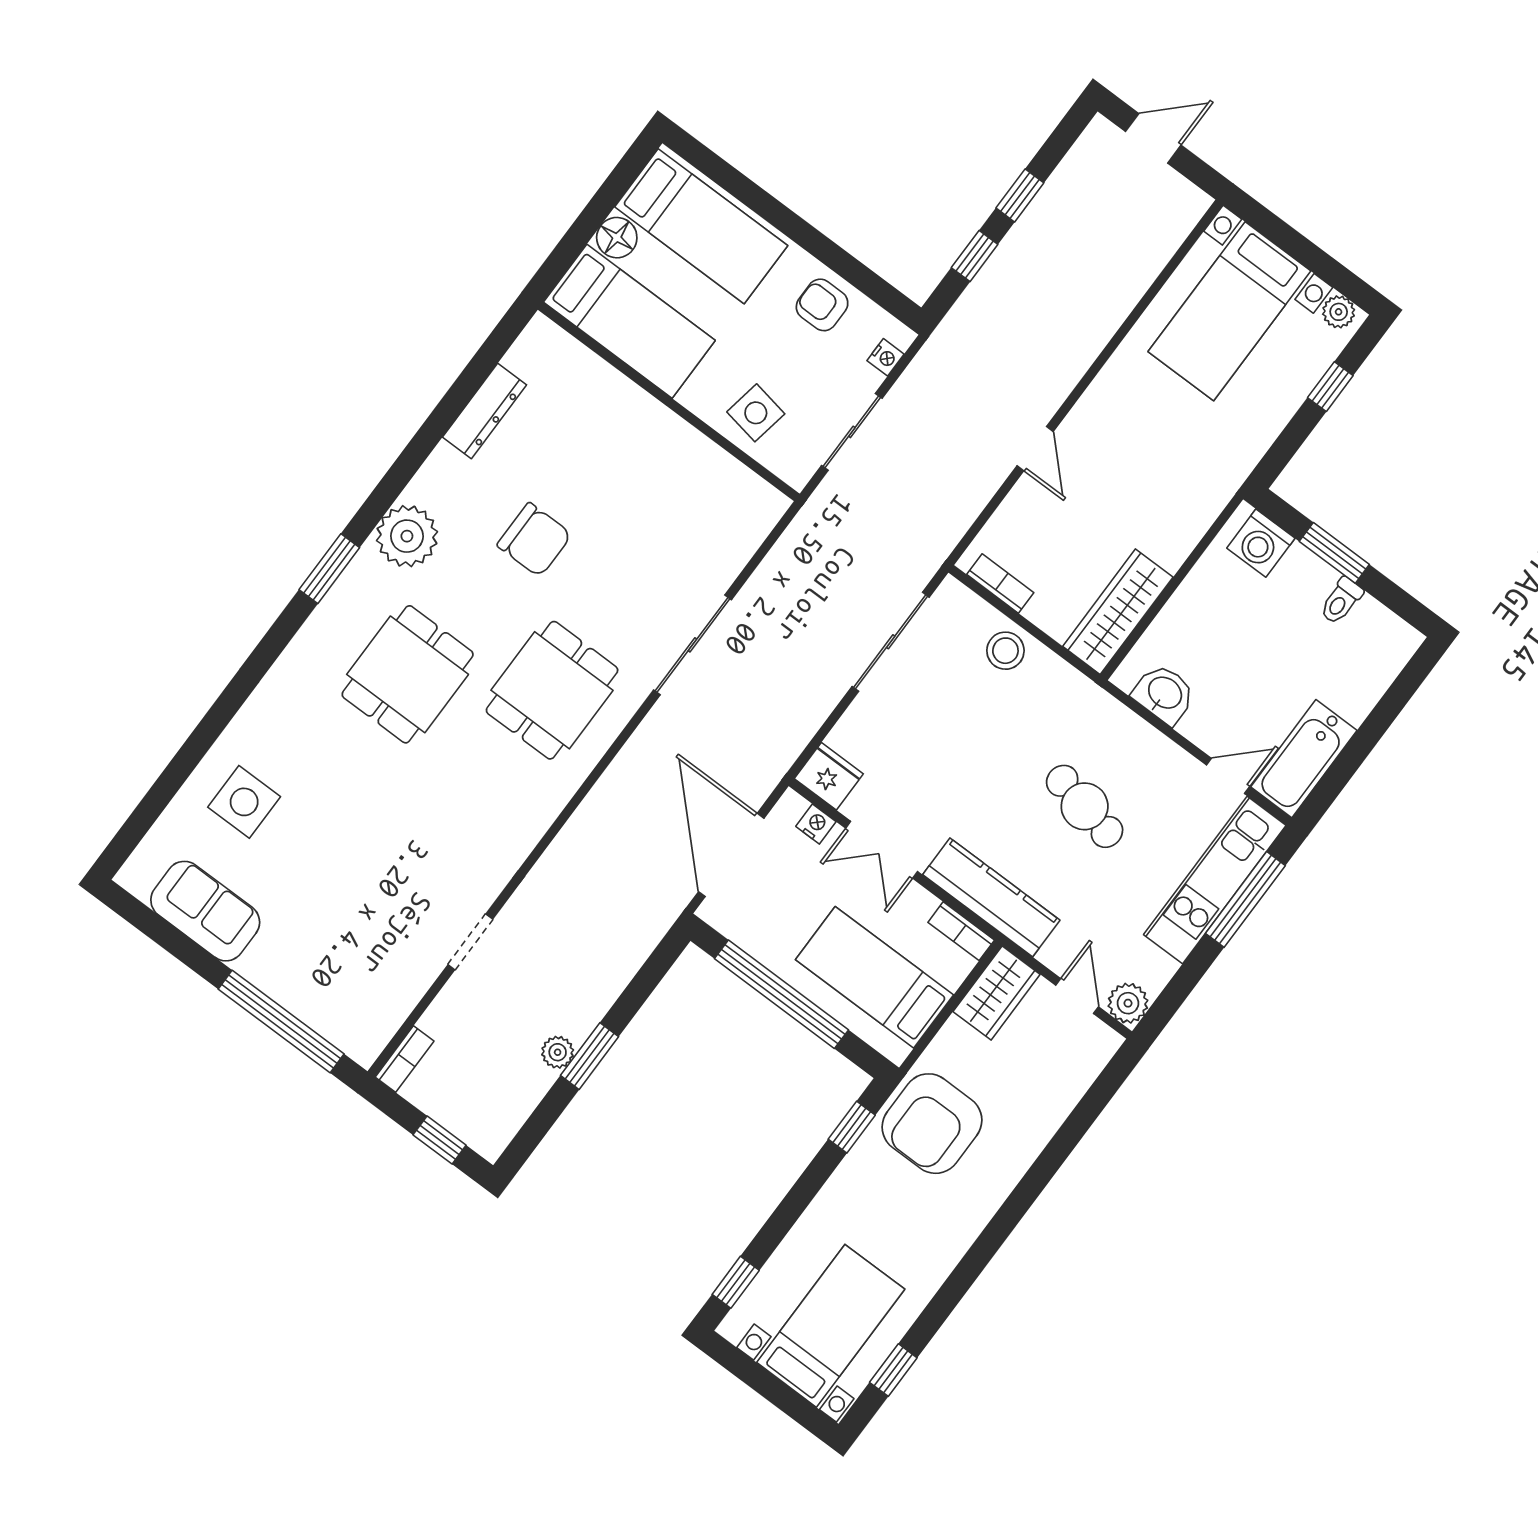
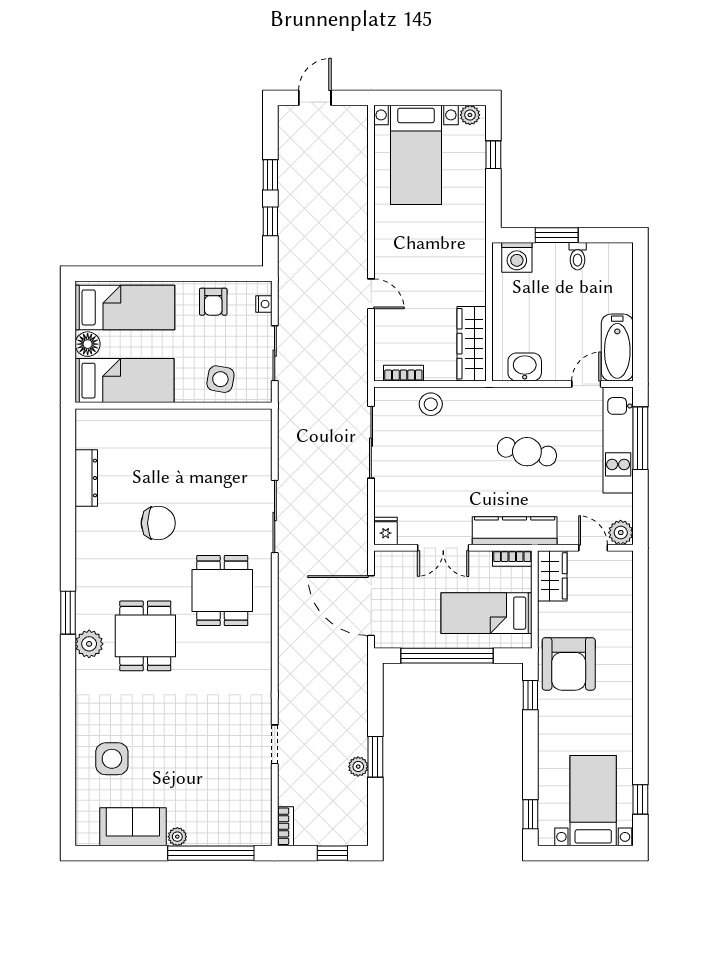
armchair: (822, 305) -> (213, 302), turned -90
plant: (407, 536) -> (89, 644), moved, width x0.73, depth x0.73
fridge: (829, 776) -> (386, 531), width x0.72
nightstand: (816, 824) -> (401, 559), removed
plant: (253, 967) -> (177, 837), added

